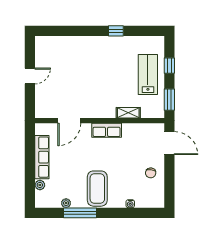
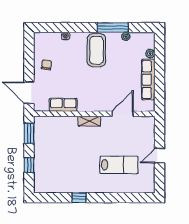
lab bench: (148, 74) -> (119, 165), moved, turned -90
shelving: (128, 113) -> (89, 121), moved
row of seats: (107, 130) -> (63, 105), moved

